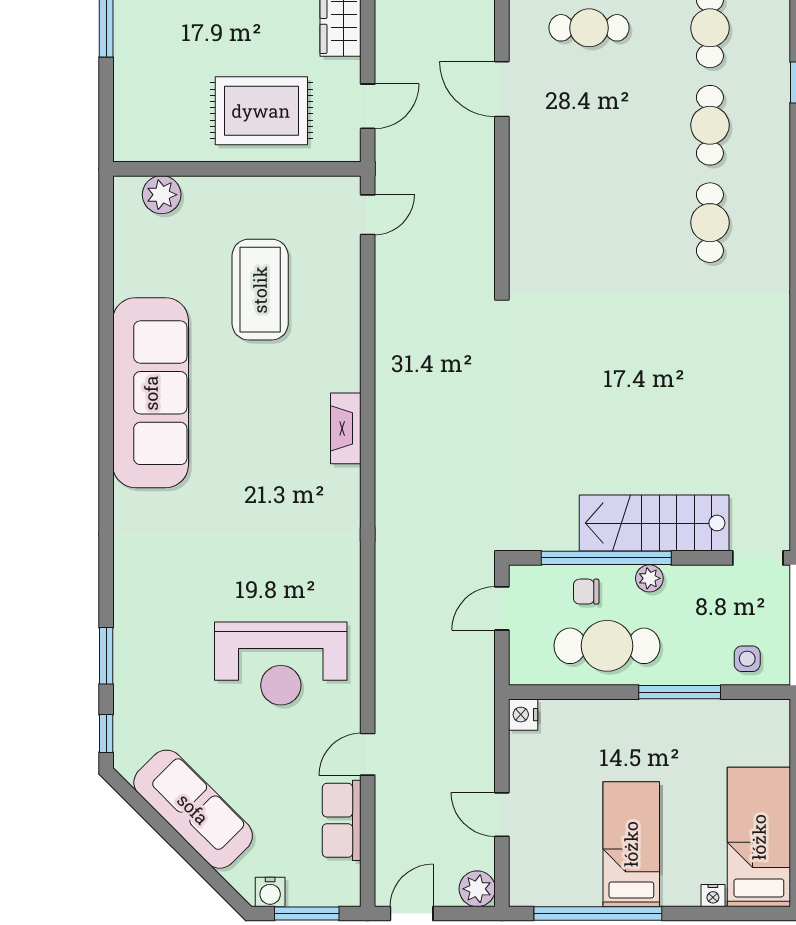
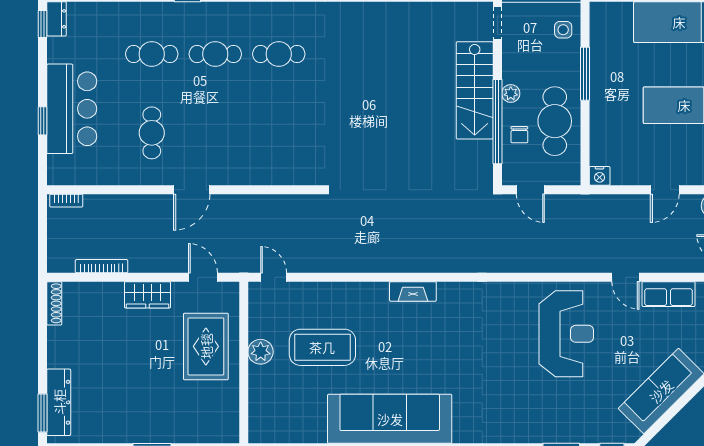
plant: (162, 195) -> (261, 352), moved

